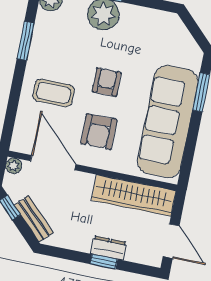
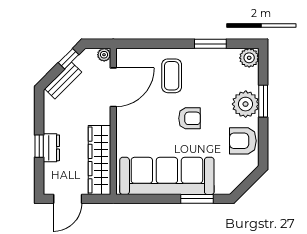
armchair: (99, 132) -> (243, 141), moved

